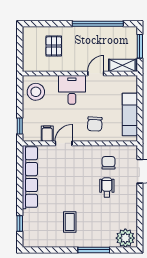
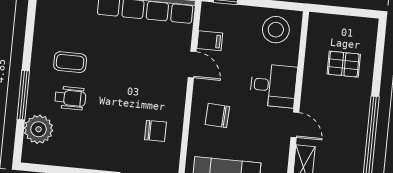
wheelchair: (107, 187) -> (70, 98), moved
plant: (125, 238) -> (39, 129), moved

